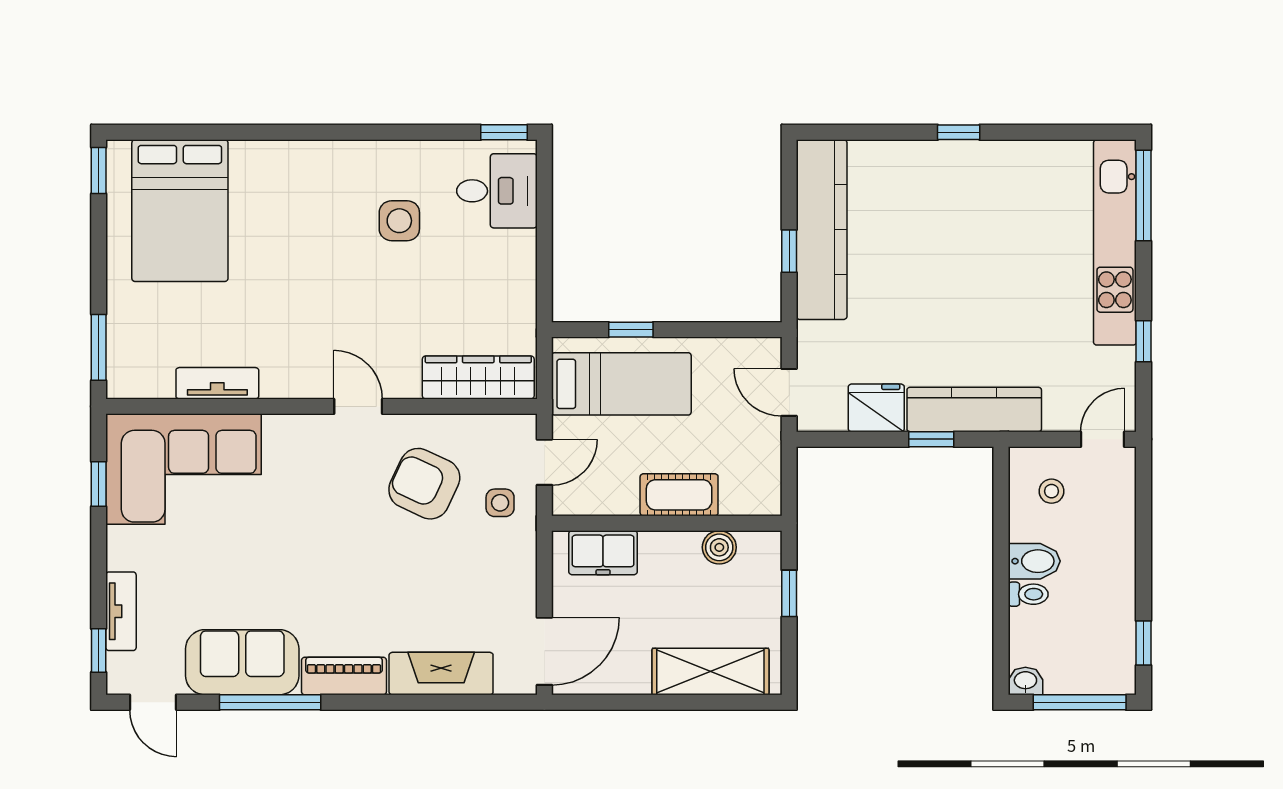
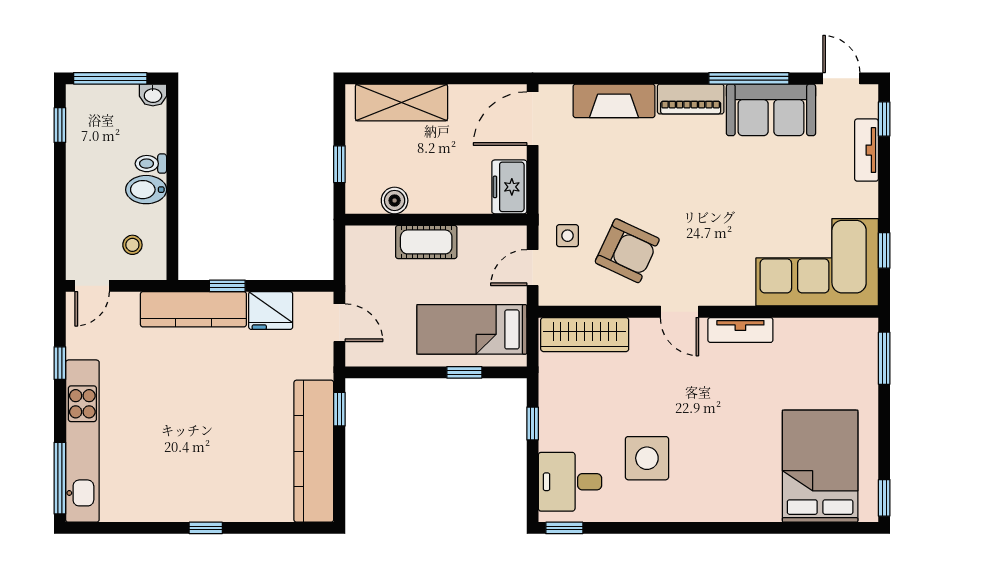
side table: (399, 221) -> (647, 458), width x1.37, depth x1.37
window: (789, 251) -> (339, 409), moved
window: (544, 265) -> (533, 423), added
tv unit: (217, 383) -> (740, 330), moved
freezer: (603, 553) -> (509, 187), moved, turned -90

